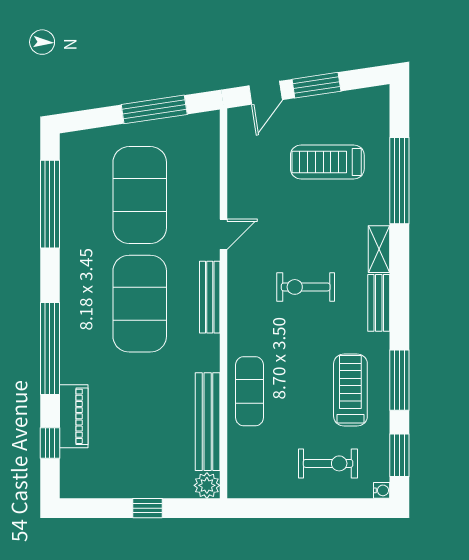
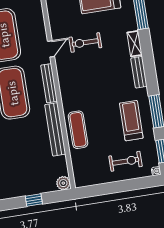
exercise bike: (306, 287) -> (85, 42), moved
bench: (208, 422) -> (55, 129), moved

